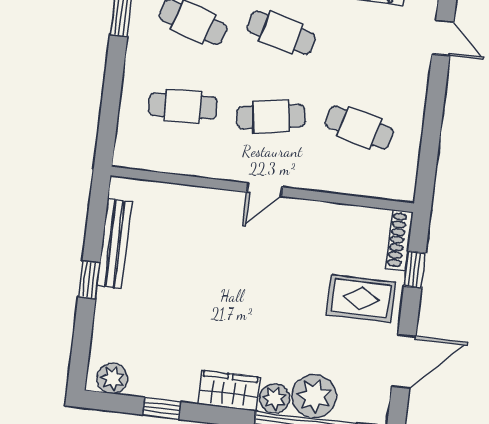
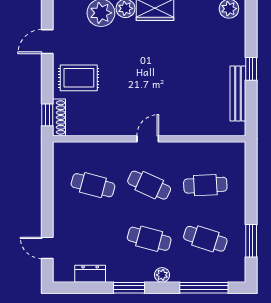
cafe table: (271, 117) -> (149, 185), turned 33
window: (415, 269) -> (47, 115), moved
door: (404, 361) -> (47, 42), width x0.73

